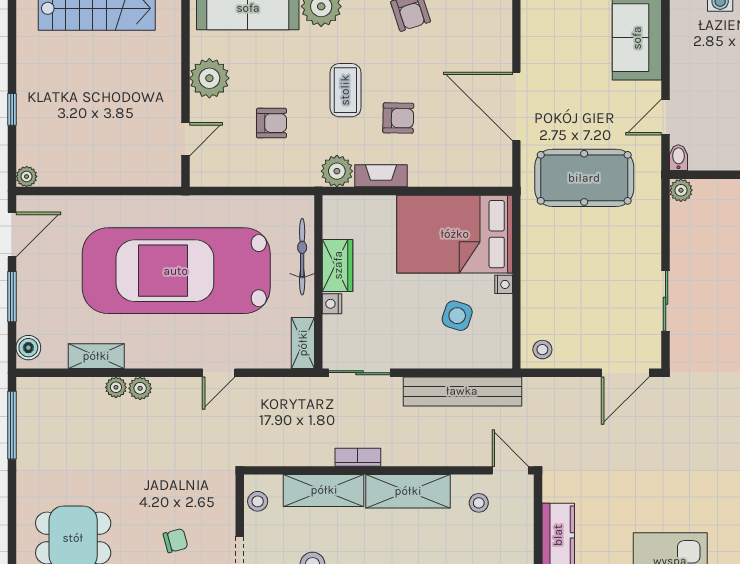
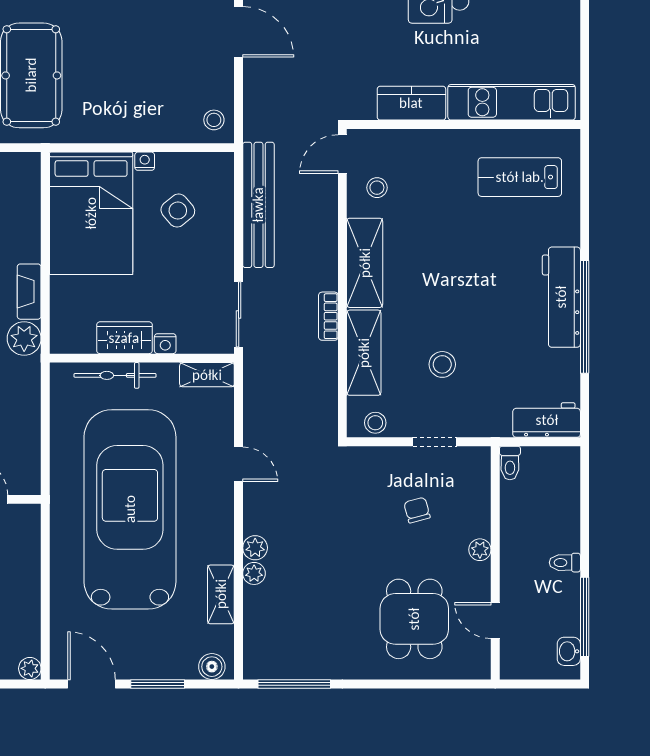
car: (176, 271) -> (130, 509), turned 180
side table: (457, 316) -> (178, 211), turned 32

